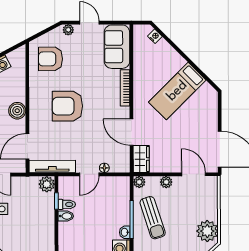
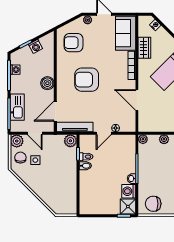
wardrobe: (141, 159) -> (144, 48), moved
sun lounger: (153, 218) -> (153, 167), removed

